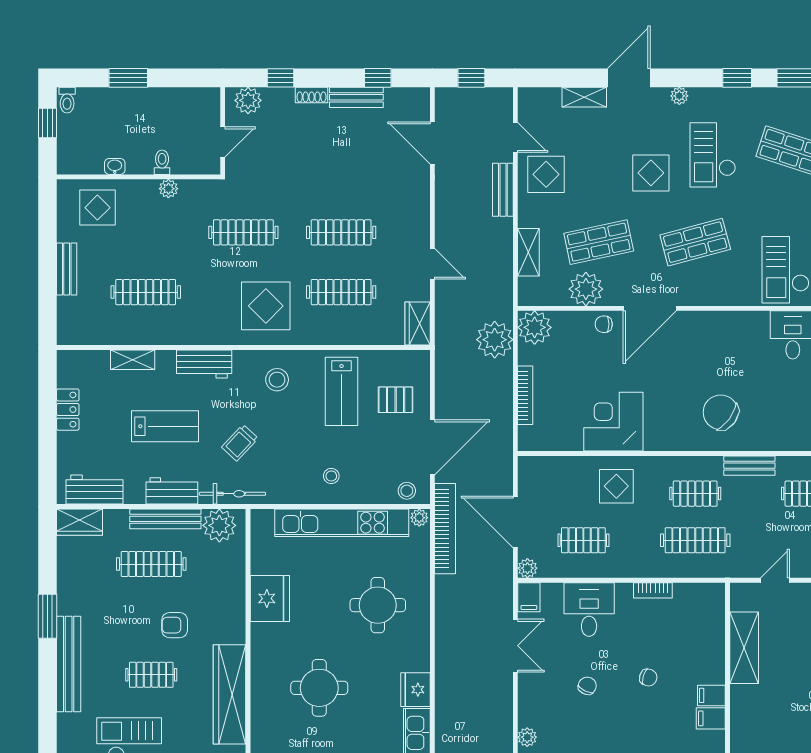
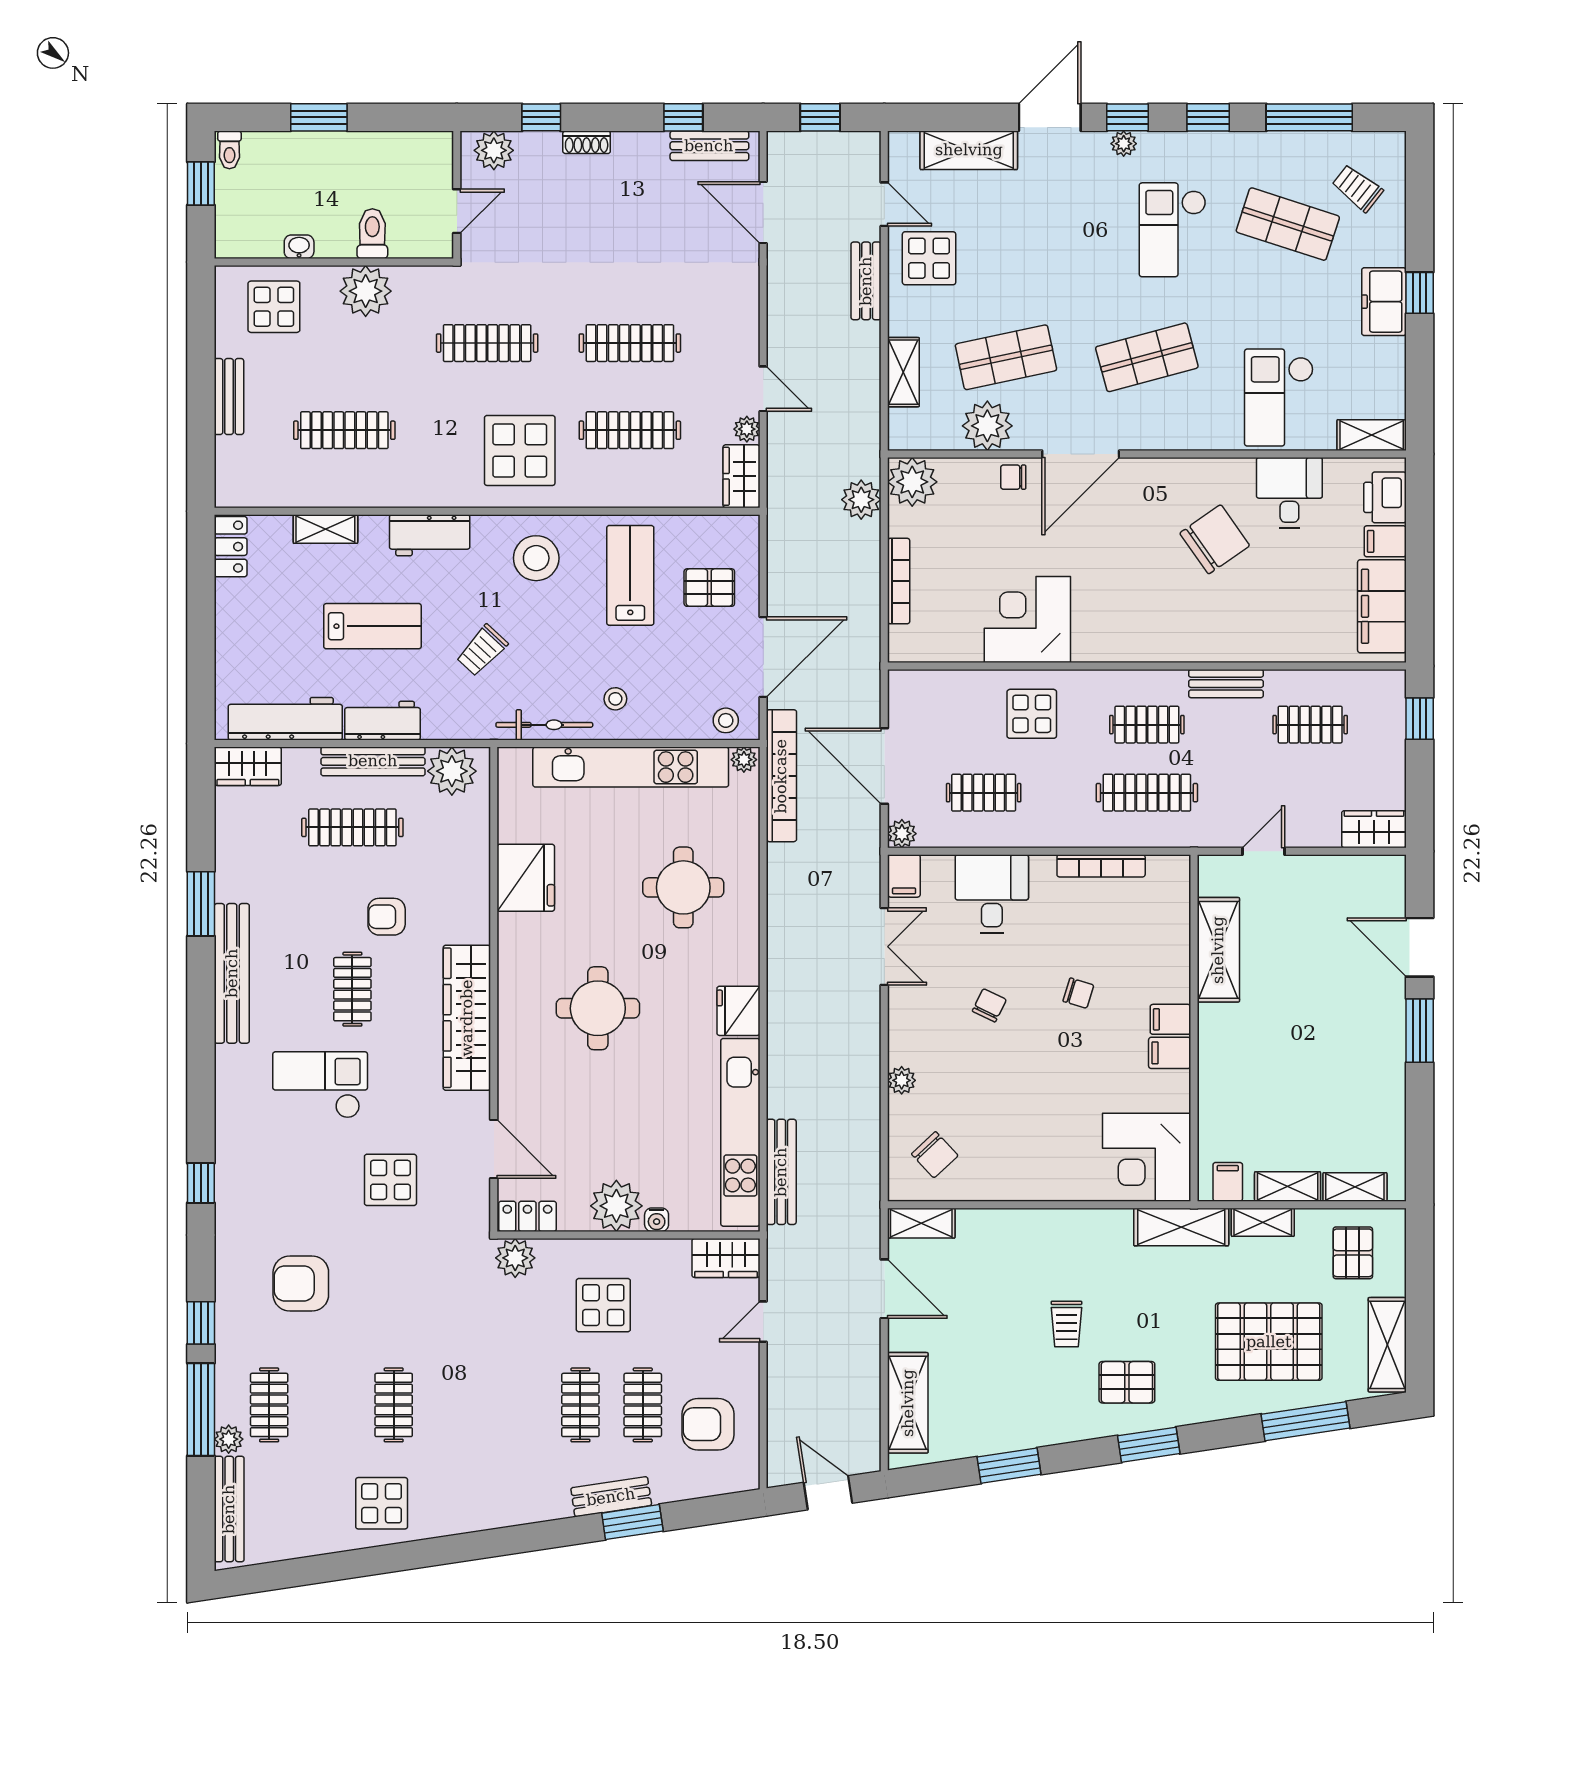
window: (682, 78) -> (1128, 117), added
bench: (356, 97) -> (709, 146), moved
shelving: (584, 97) -> (969, 150), width x1.50, depth x1.33
toilet: (162, 162) -> (372, 234), width x1.37, depth x1.39
display table: (651, 173) -> (1082, 256), removed
plant: (168, 189) -> (366, 291), width x1.88, depth x1.88
plant: (421, 291) -> (747, 429), added
plant: (495, 340) -> (861, 500), width x0.73, depth x0.73
stool: (277, 380) -> (536, 558), width x1.38, depth x1.38
lab bench: (341, 391) -> (630, 575), turned 180
locker: (68, 410) -> (231, 547), moved
chair: (721, 412) -> (1215, 539), moved, turned 109
workbench: (95, 490) -> (285, 719), width x1.38
bicycle: (232, 494) -> (544, 725), moved
bookcase: (653, 590) -> (1101, 866), width x1.56
clothes rail: (151, 675) -> (352, 989), turned 90

